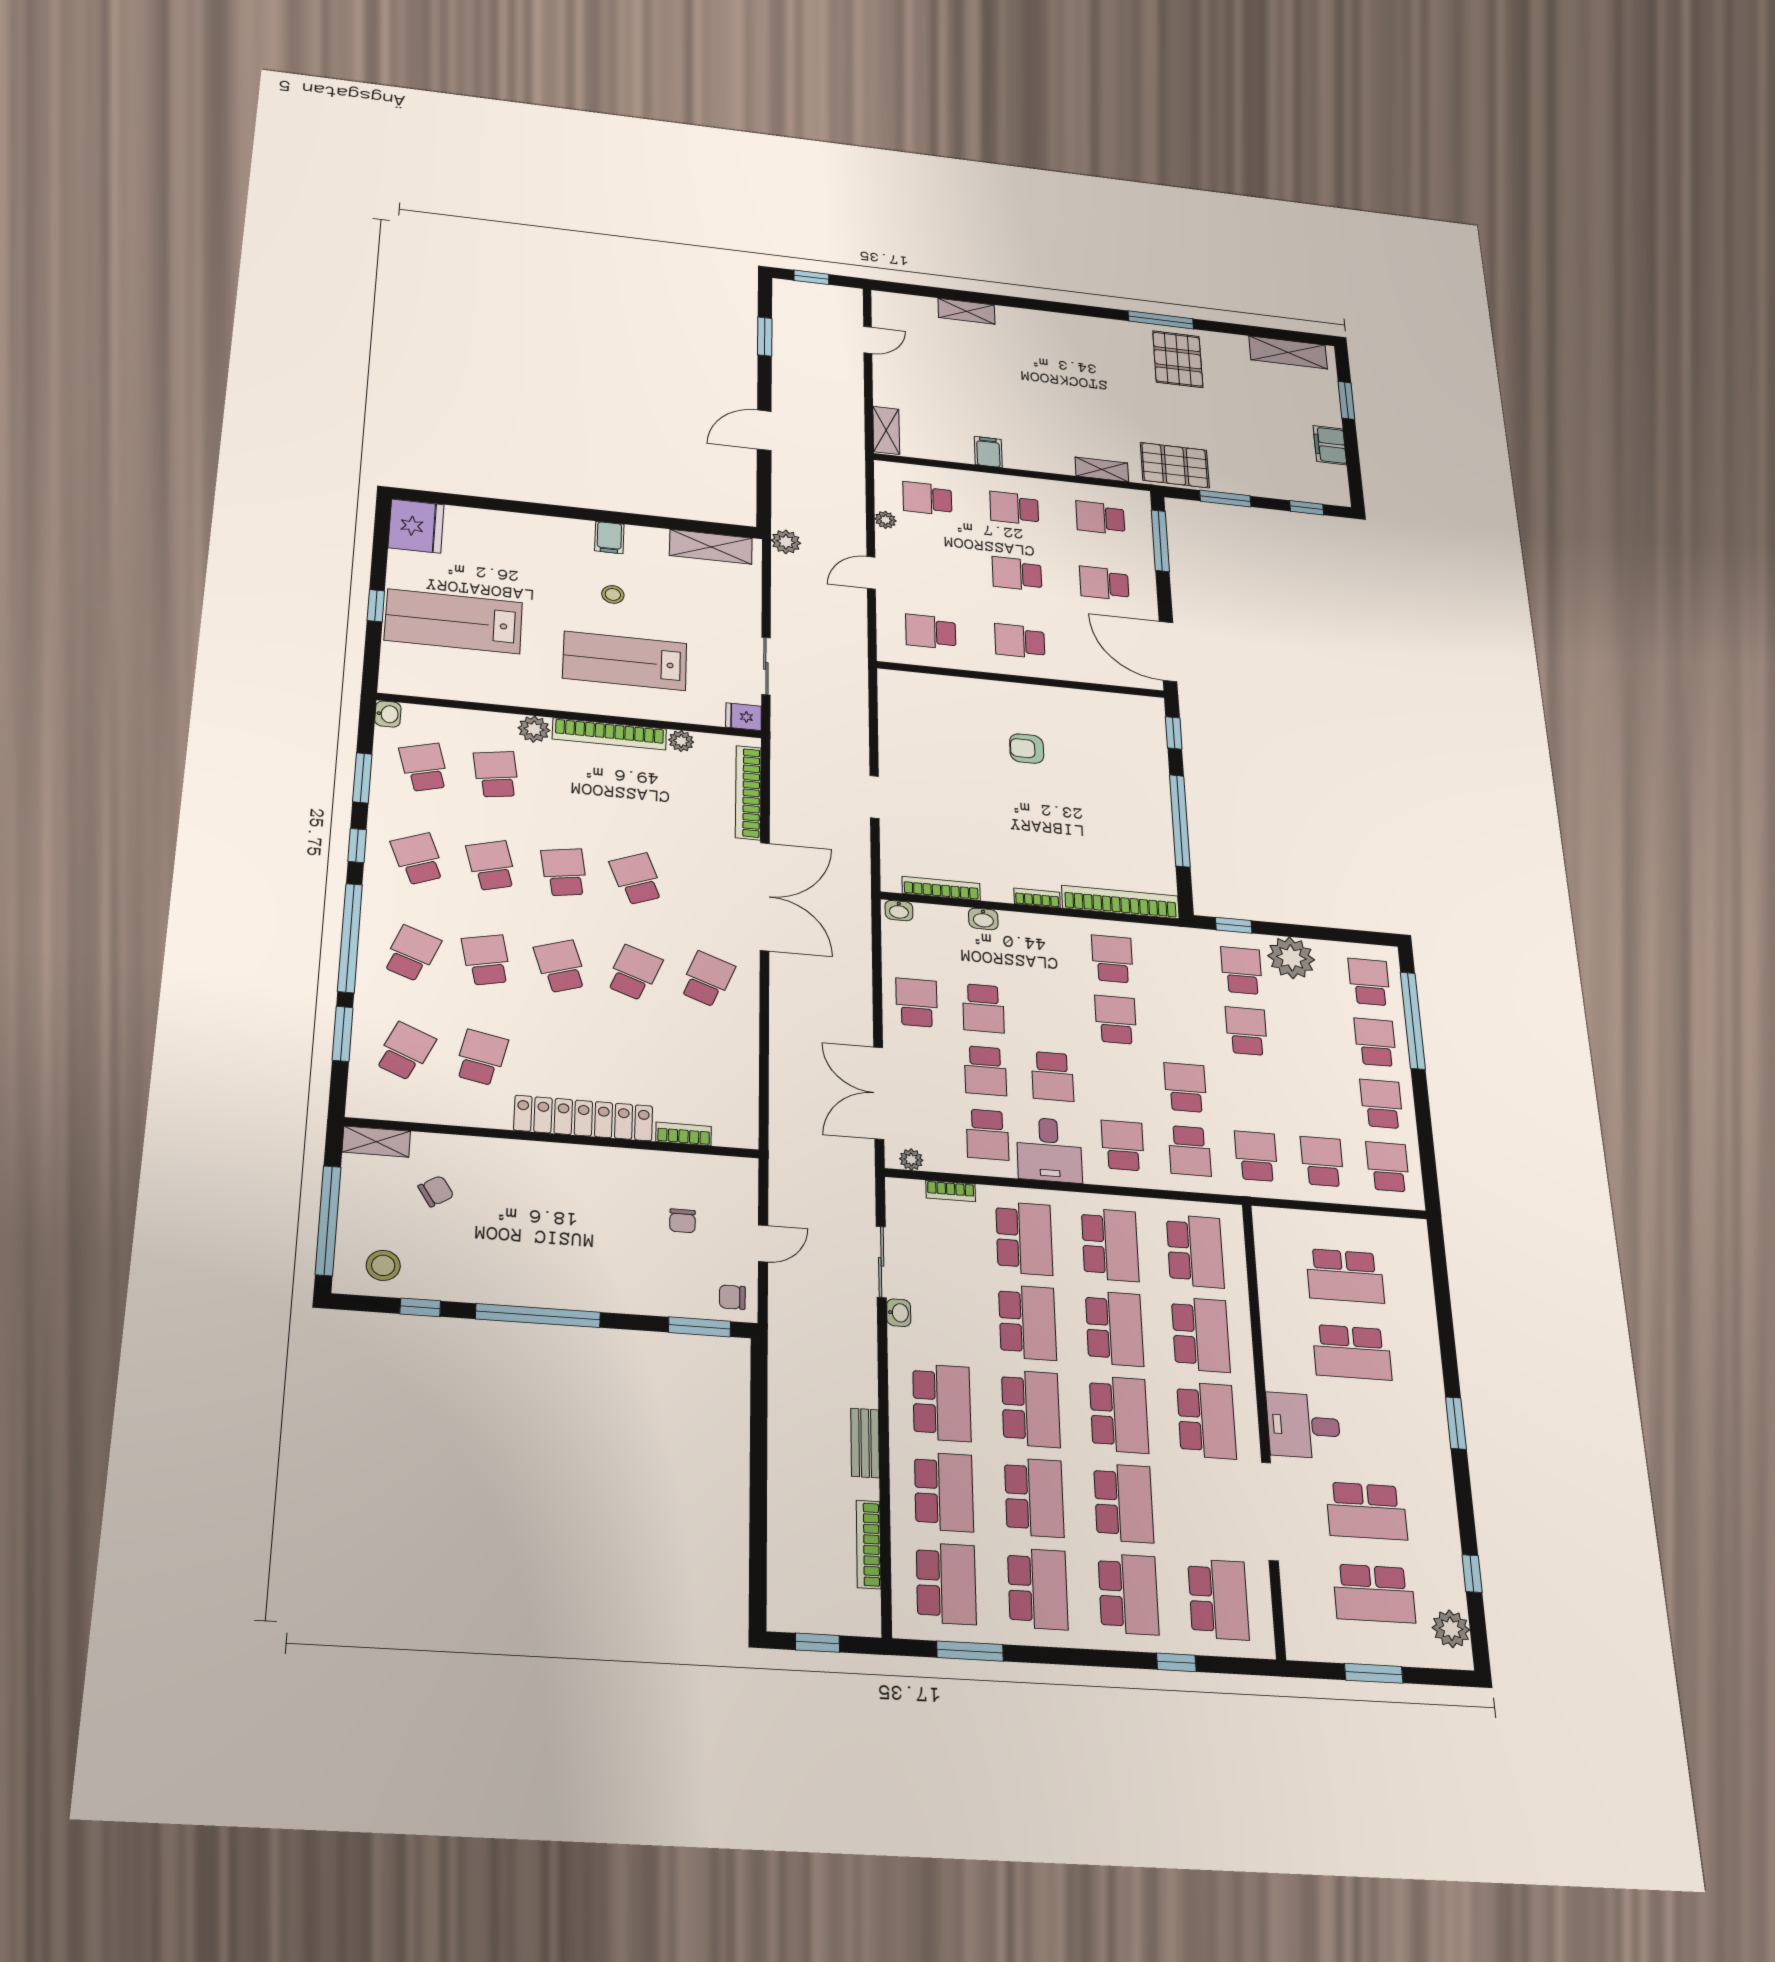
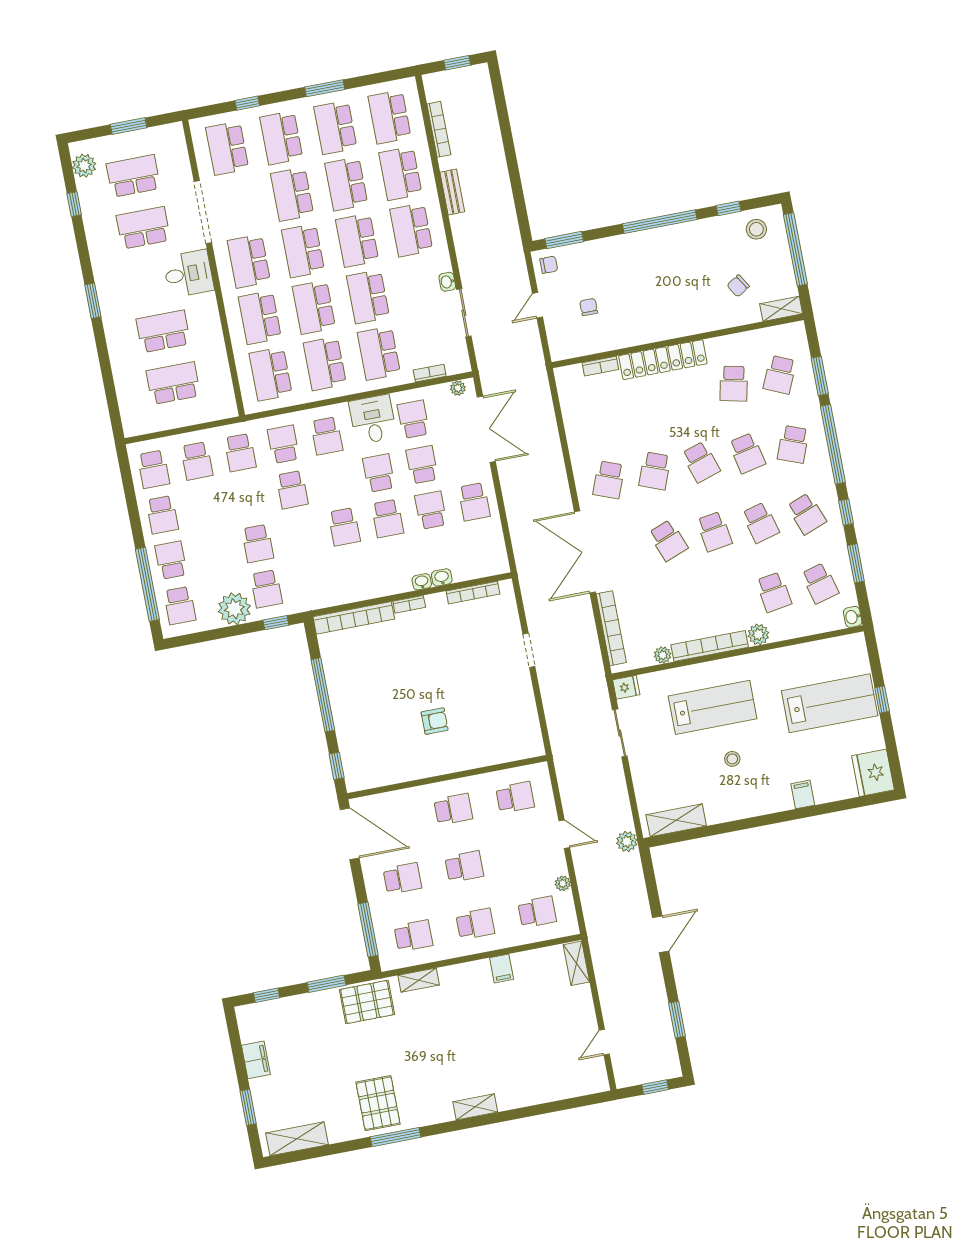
shelving: (966, 311) -> (475, 1107), moved
filing cabinet: (609, 538) -> (803, 794), moved
door: (871, 573) -> (564, 834), hinge flipped
washbasin: (899, 911) -> (422, 582), moved
school desk: (1112, 959) -> (387, 518), moved
school desk: (1375, 1042) -> (171, 560), turned 180
window: (970, 1651) -> (325, 88), moved

